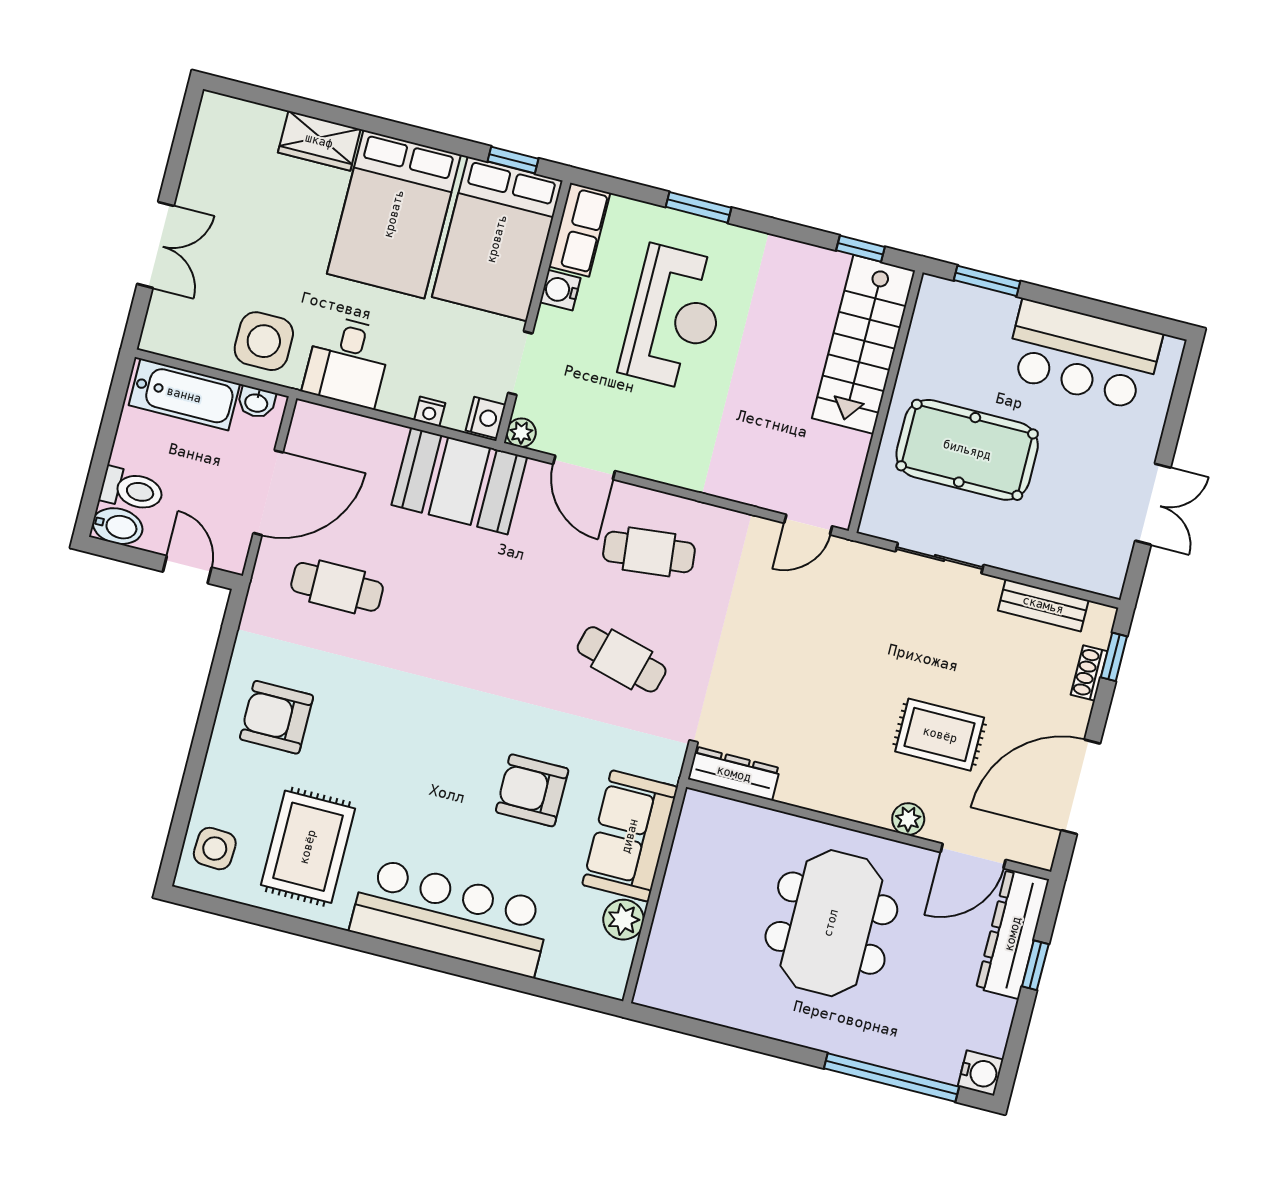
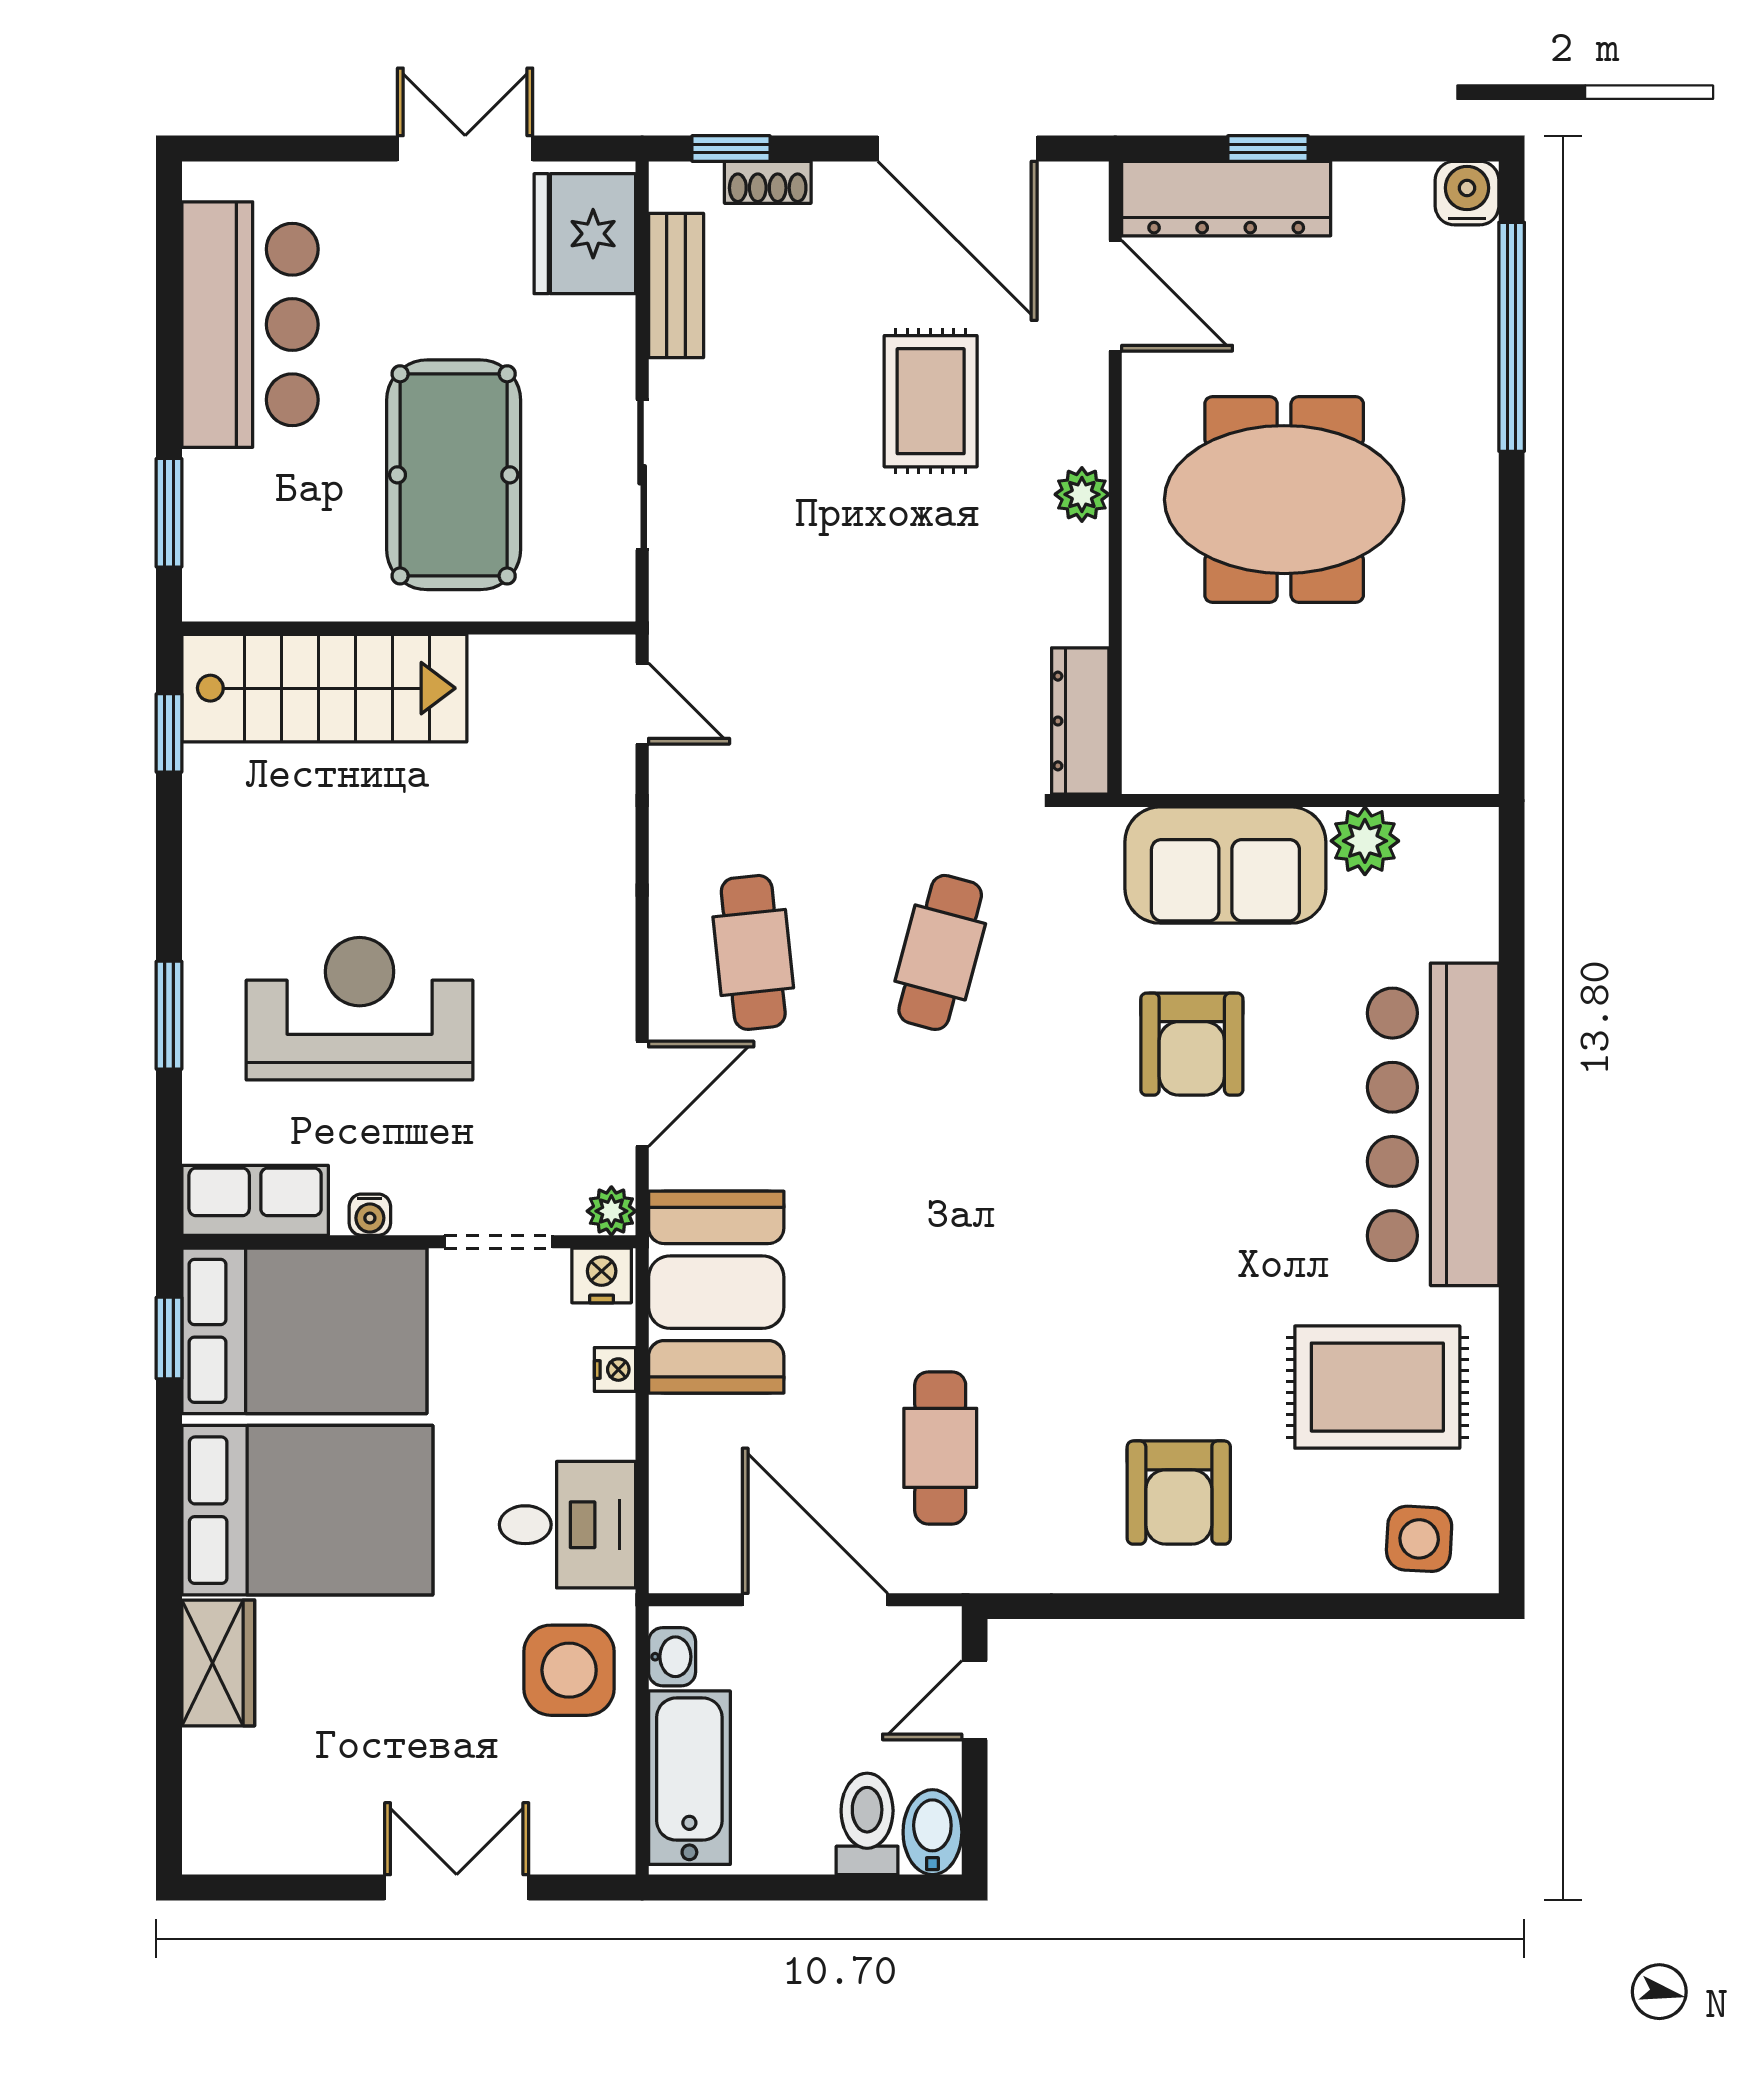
water cooler: (560, 290) -> (370, 1215), width x0.72, depth x0.72
fridge: (1086, 561) -> (585, 234), added
plant: (908, 819) -> (1082, 494), moved

